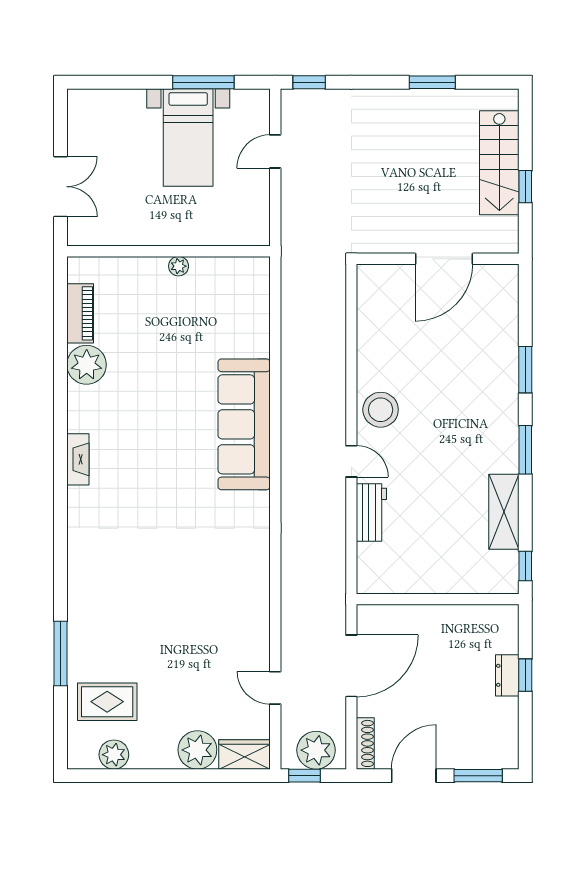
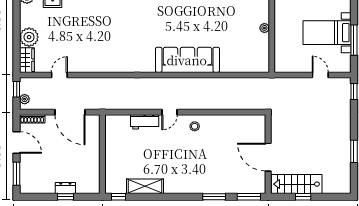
stairs: (499, 163) -> (297, 184), moved
stool: (381, 410) -> (195, 126), width x0.53, depth x0.53
window: (525, 450) -> (249, 197), moved
plant: (316, 750) -> (25, 99), width x0.53, depth x0.53

